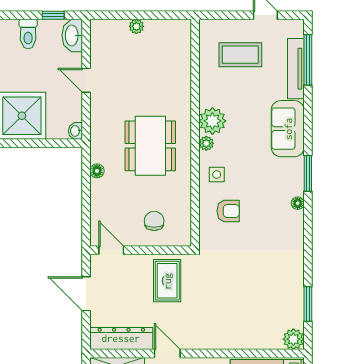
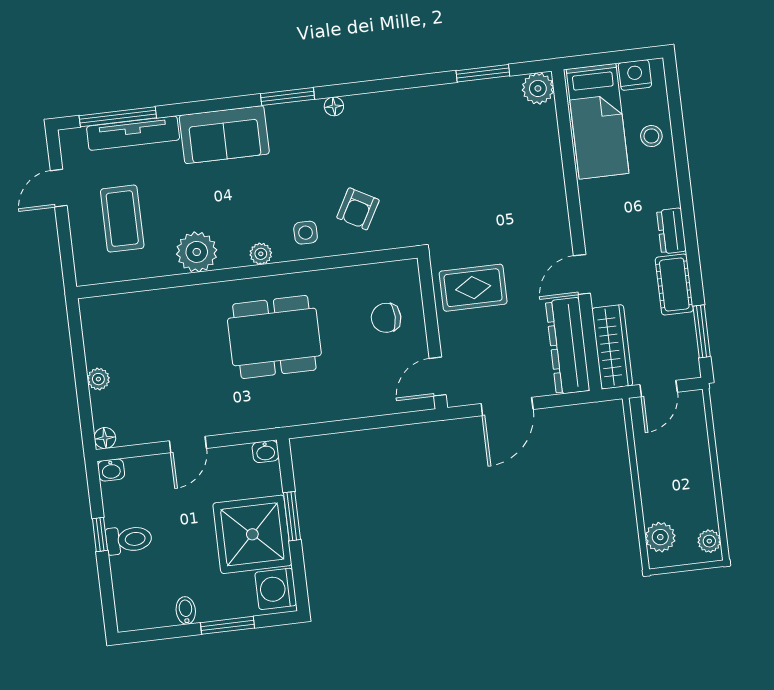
window: (53, 15) -> (100, 535), moved
washbasin: (72, 35) -> (111, 470), width x0.52, depth x0.69
plant: (212, 121) -> (197, 252), moved
window: (31, 143) -> (292, 516), added
floor lamp: (97, 171) -> (105, 438), moved
armchair: (228, 211) -> (358, 209), turned -151

